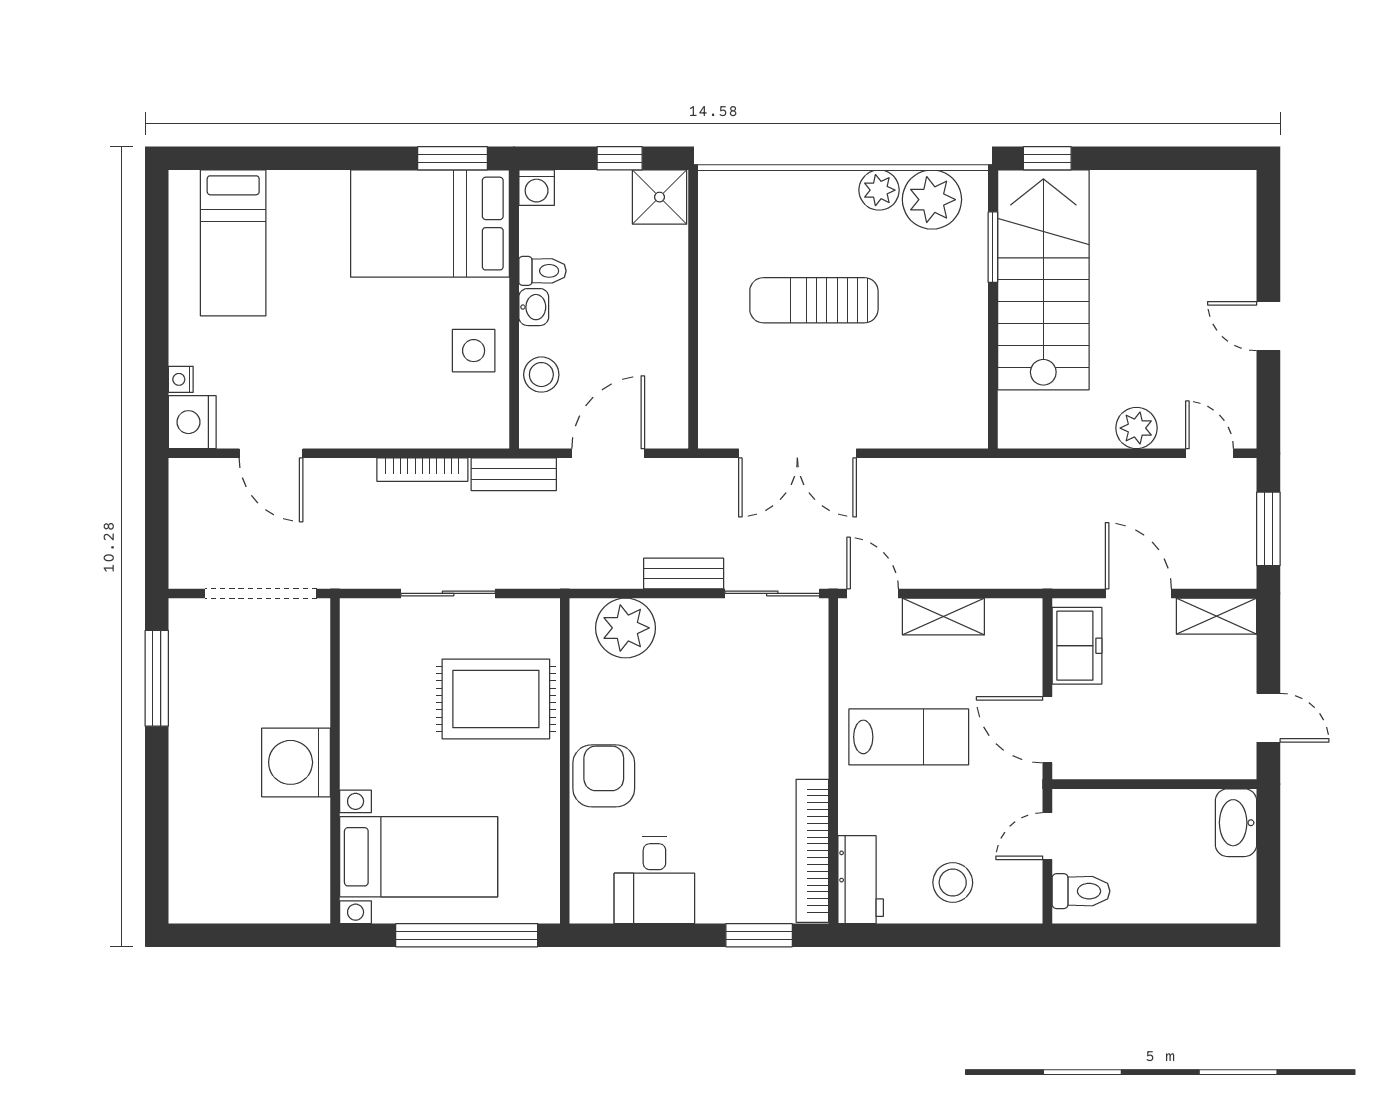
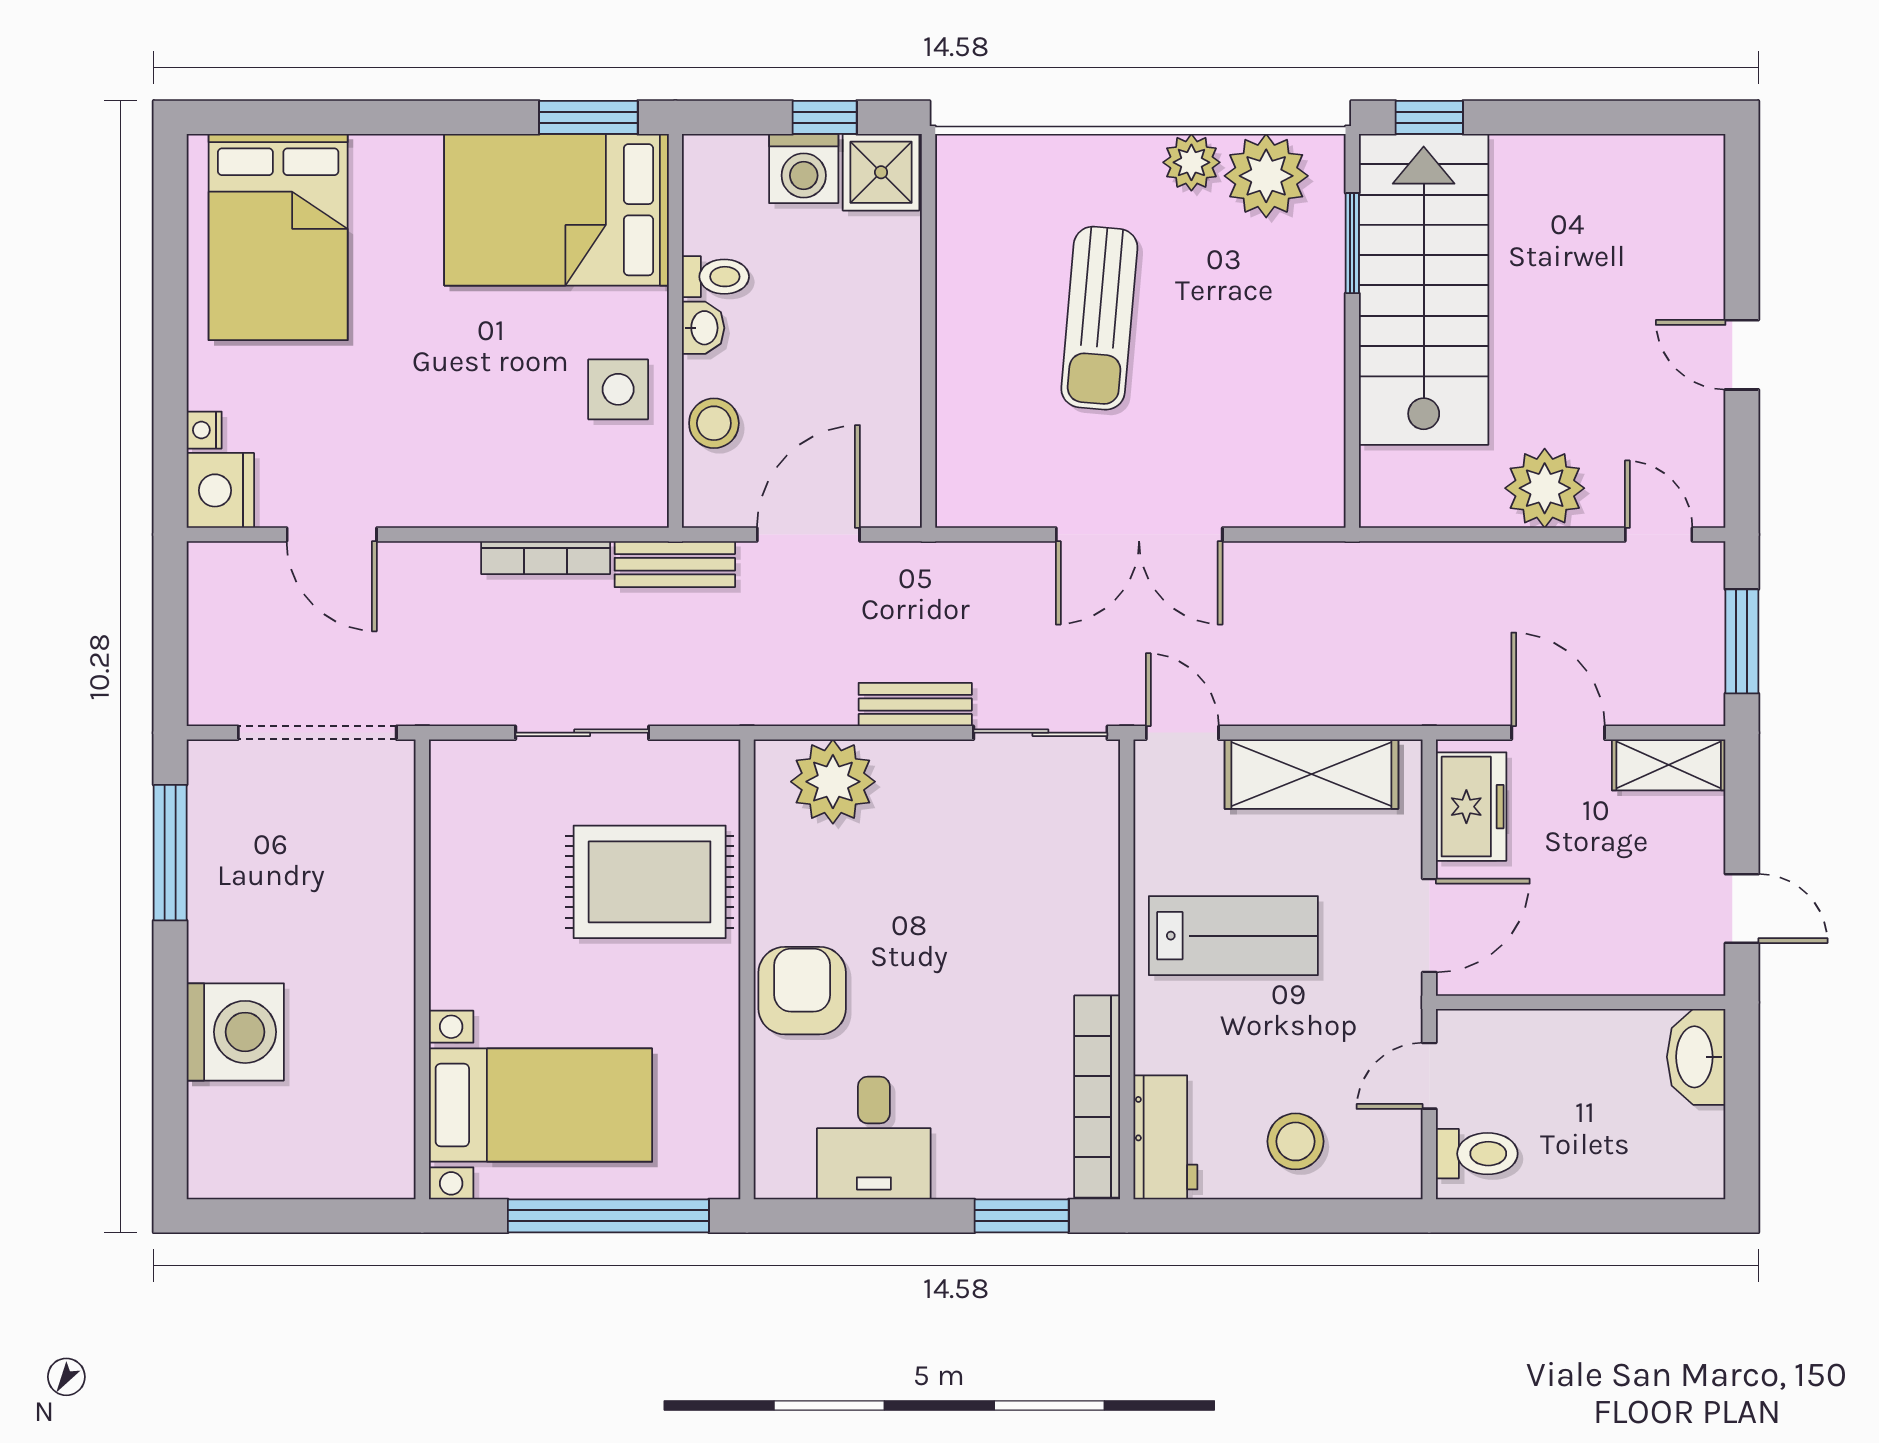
washing machine: (537, 188) -> (804, 169), moved, width x1.38, depth x1.38
bed: (233, 243) -> (278, 237), width x1.50
sun lounger: (814, 300) -> (1099, 318), turned -85
plant: (1136, 428) -> (1545, 488), width x1.36, depth x1.36
double door: (797, 453) -> (1139, 535), moved
shelving: (943, 617) -> (1311, 774), width x1.50, depth x1.33
door: (1047, 730) -> (1429, 926), swing flipped
washing machine: (296, 762) -> (235, 1032), moved, turned 180

